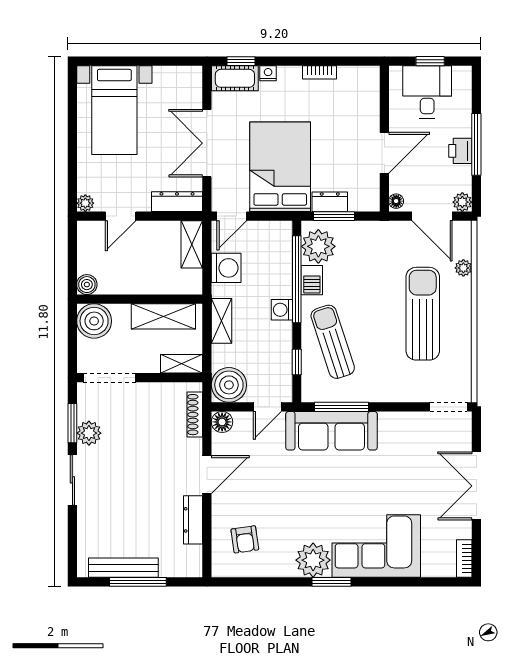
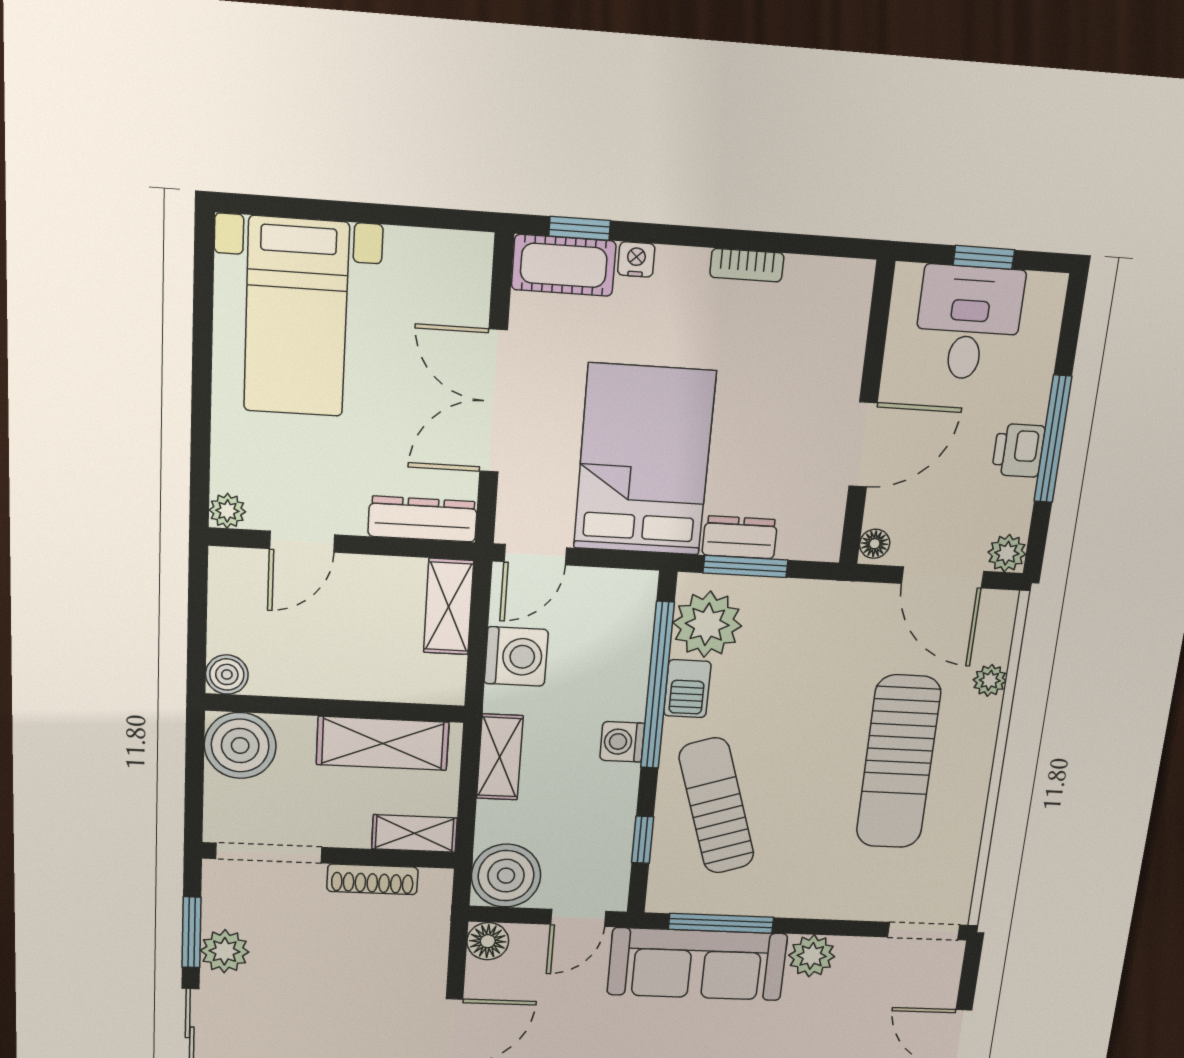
sun lounger: (423, 314) -> (898, 762), turned 180
shoe rack: (195, 415) -> (372, 879), moved, turned -90
plant: (391, 424) -> (812, 956), added

